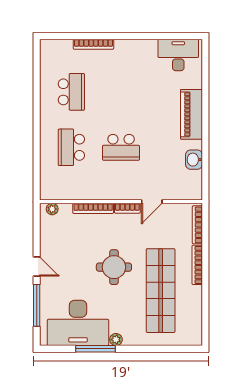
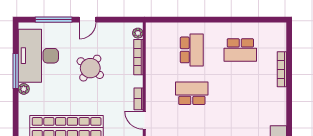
school desk: (71, 147) -> (192, 50), turned 90
school desk: (121, 147) -> (192, 93), turned 90
bookcase: (93, 208) -> (138, 57), moved
round table: (114, 267) -> (90, 68), moved, turned 36

